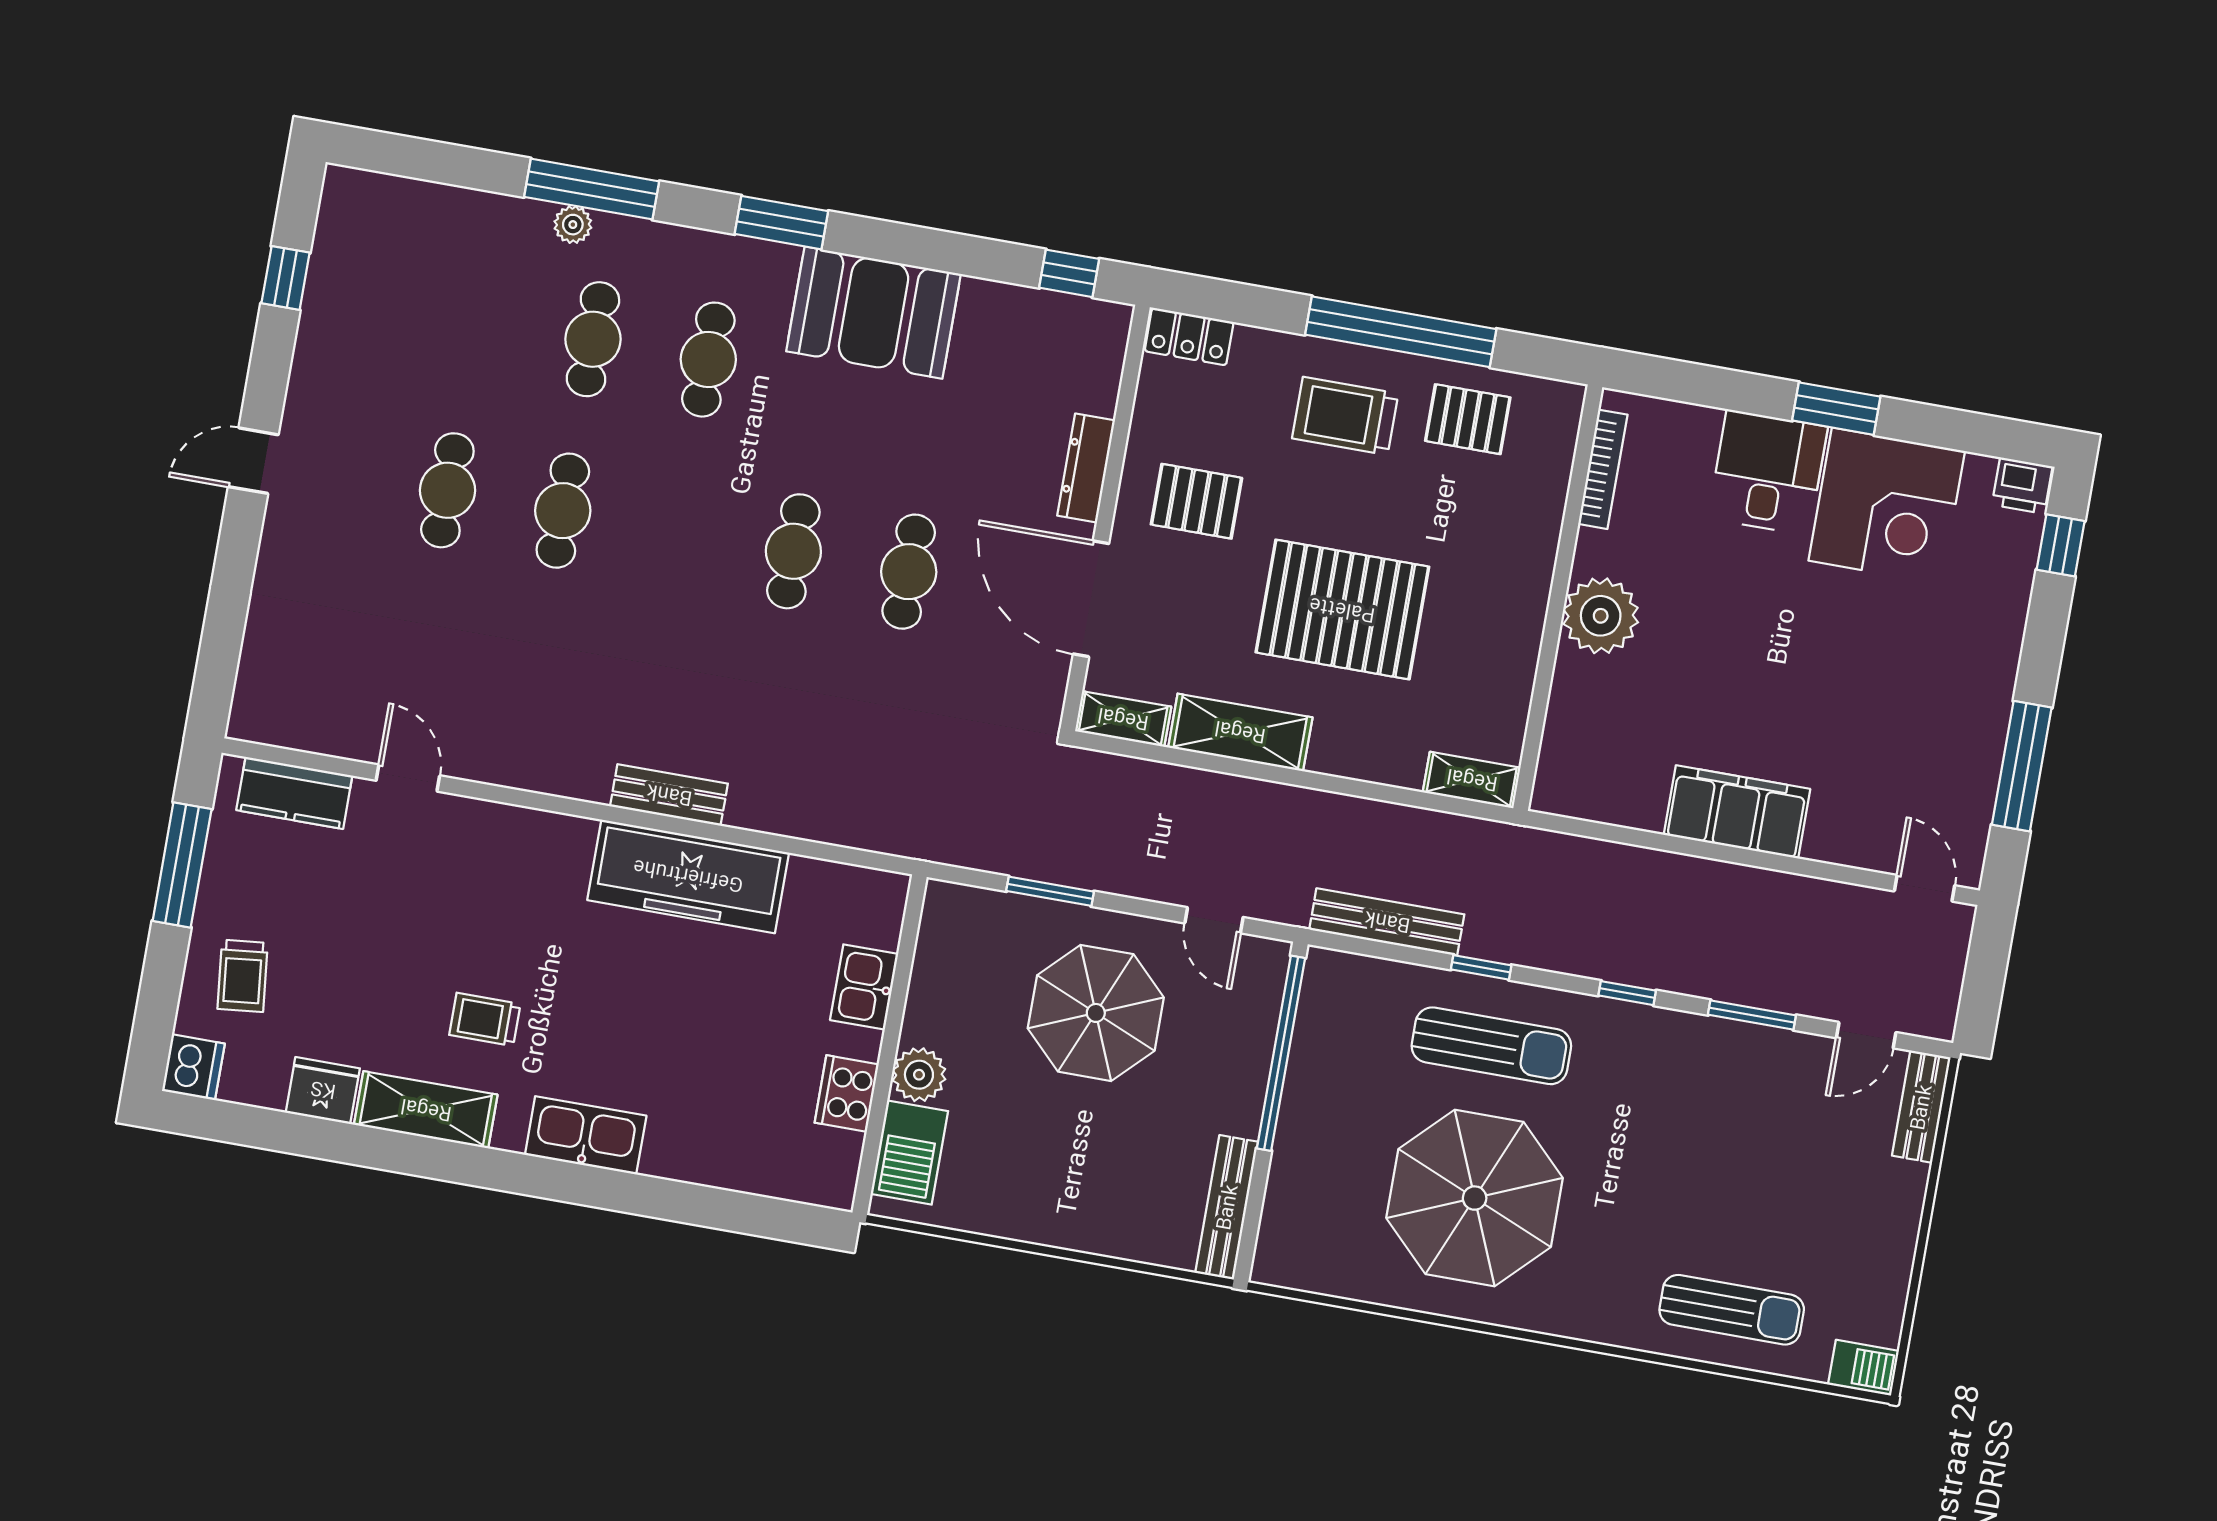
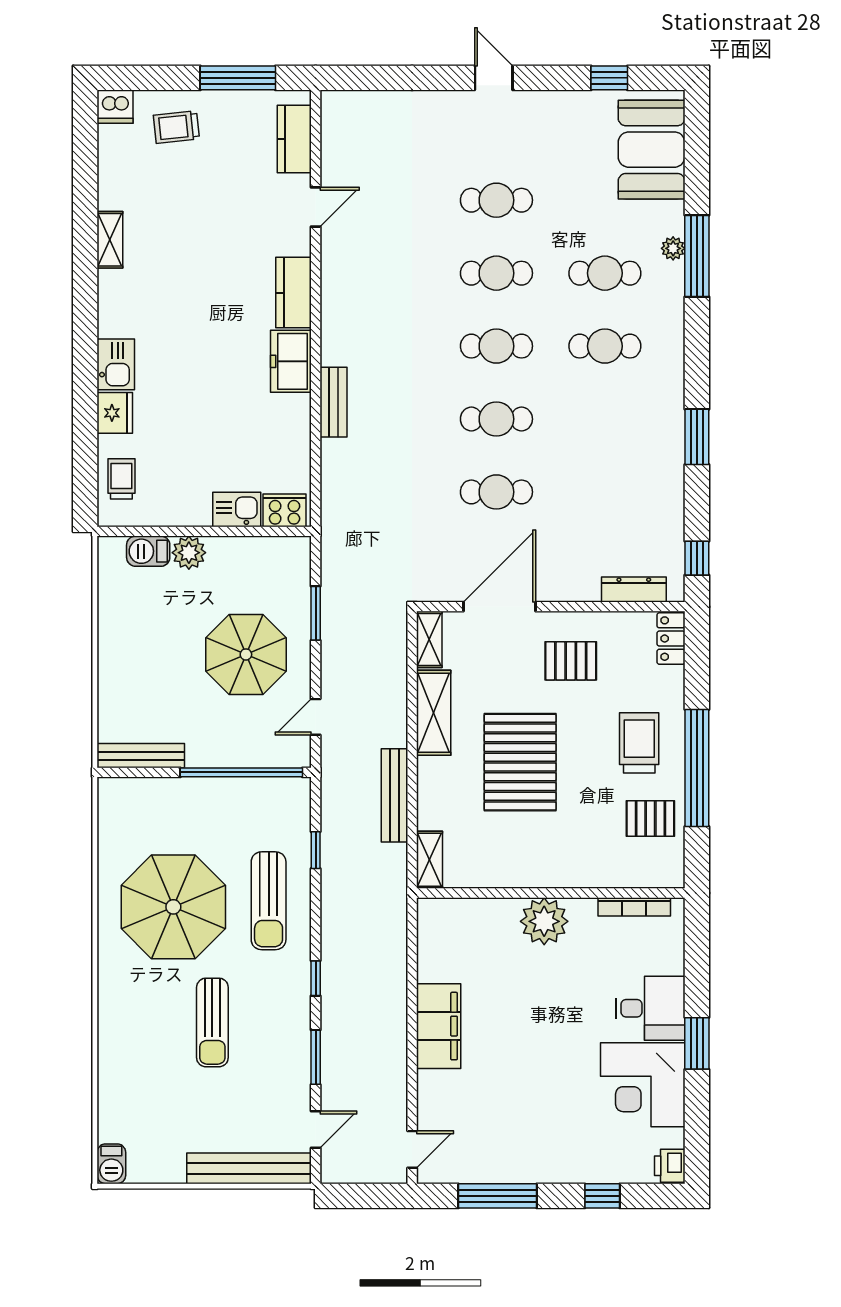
window: (781, 223) -> (697, 437), moved
booth: (874, 313) -> (652, 150), moved
pallet: (1468, 419) -> (650, 818), turned 90
dresser: (1086, 468) -> (634, 590), moved
pallet: (1196, 501) -> (571, 661), turned 90
cafe table: (678, 531) -> (496, 346), added
window: (2061, 545) -> (602, 1196), moved
bench: (669, 795) -> (333, 402), moved
kitchen counter: (537, 837) -> (293, 293), added
freezer: (688, 876) -> (291, 361), width x0.52, depth x0.79
bench: (1387, 922) -> (394, 795), moved
window: (1481, 967) -> (316, 850), moved
trolley: (485, 1019) -> (121, 479), moved
door: (1866, 1035) -> (316, 1129), swing flipped
fridge: (323, 1090) -> (115, 413), moved
cooker: (847, 1093) -> (285, 510), moved
bench: (1921, 1107) -> (249, 1168), width x1.86, depth x1.21
shelving: (426, 1110) -> (110, 240), width x0.67, depth x0.75
kitchen sink: (586, 1135) -> (116, 364), width x0.73
barbecue: (909, 1153) -> (148, 551), width x0.73, depth x0.79
sun lounger: (1732, 1310) -> (212, 1022), moved

